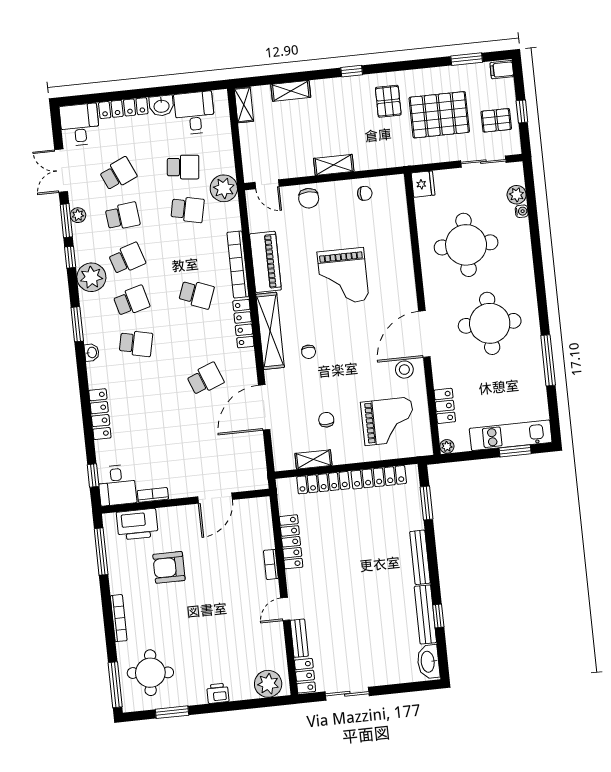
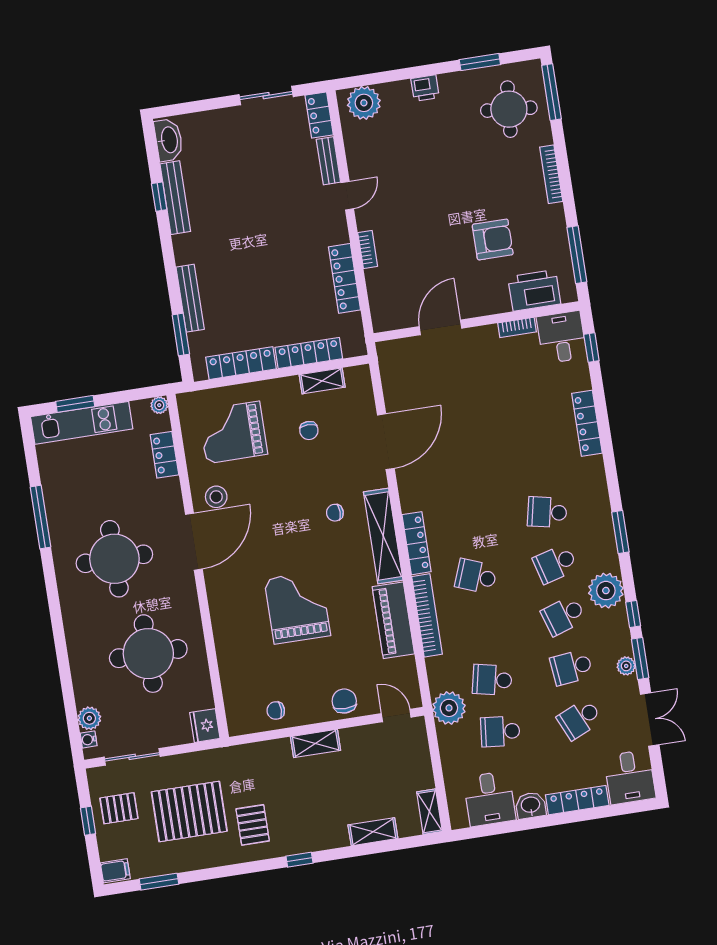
water cooler: (522, 211) -> (89, 739), moved
washbasin: (92, 352) -> (601, 498), removed
chair: (309, 352) -> (335, 513), turned -90
school desk: (205, 379) -> (460, 473), removed
bench: (420, 557) -> (190, 298), moved

